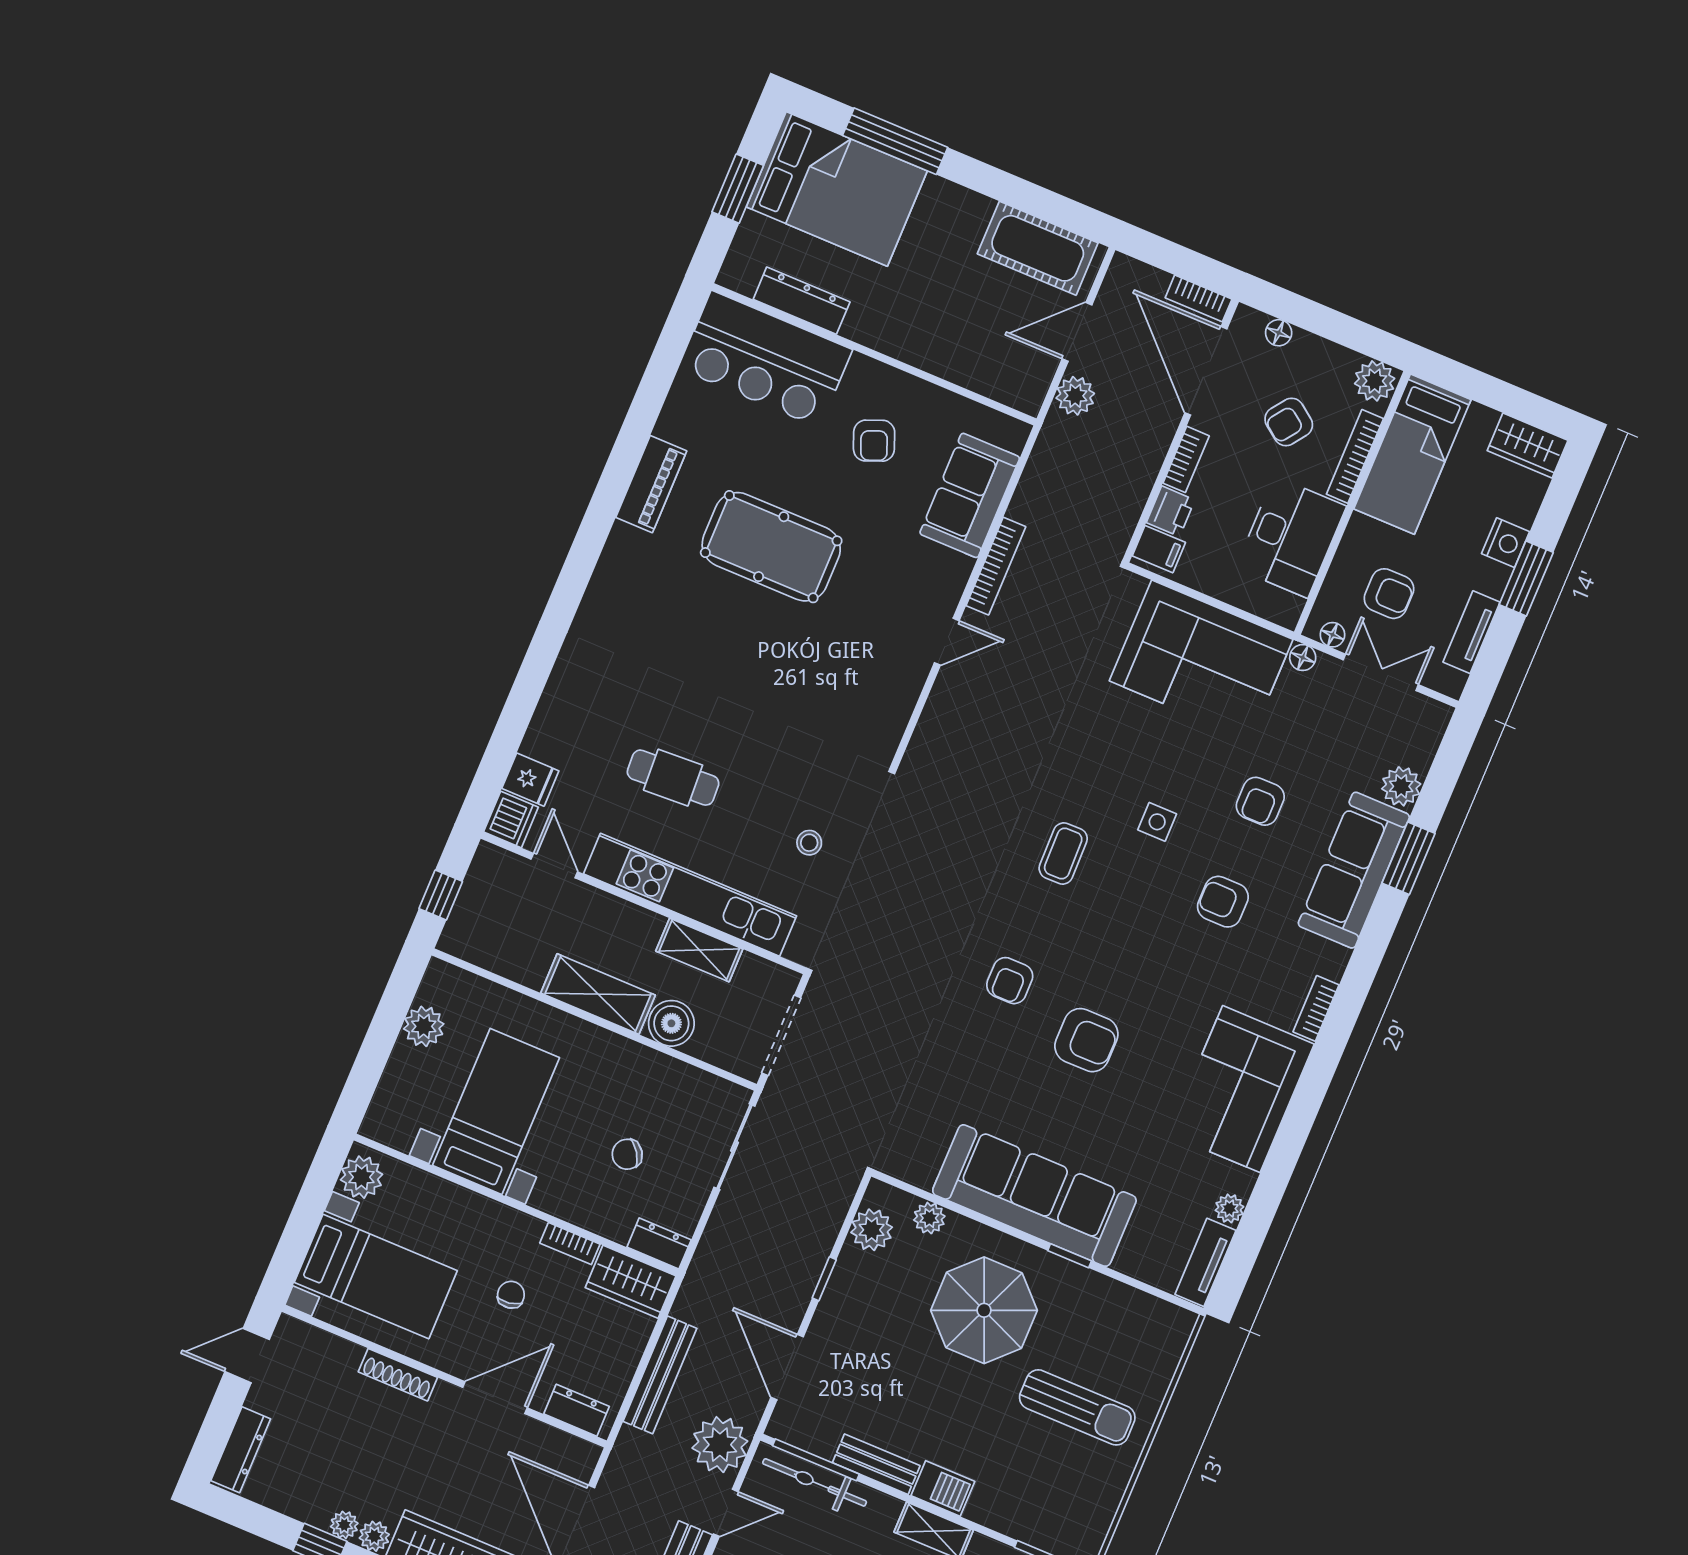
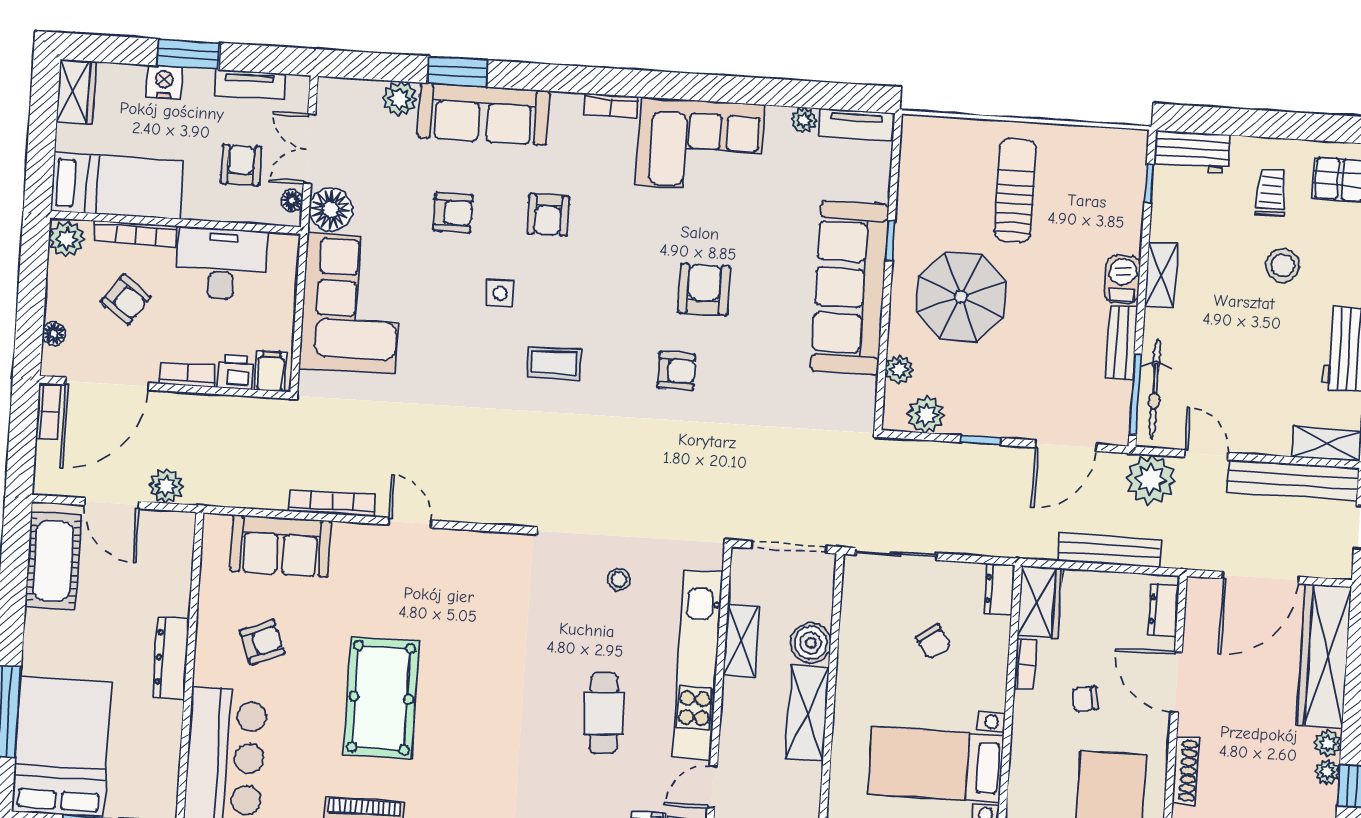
dresser: (802, 301) -> (171, 658), moved
floor lamp: (1303, 658) -> (331, 209), width x1.89, depth x1.89

